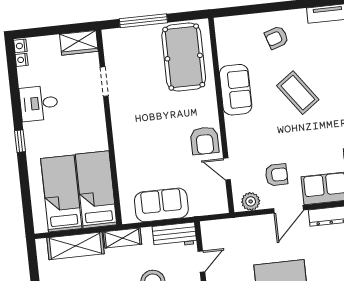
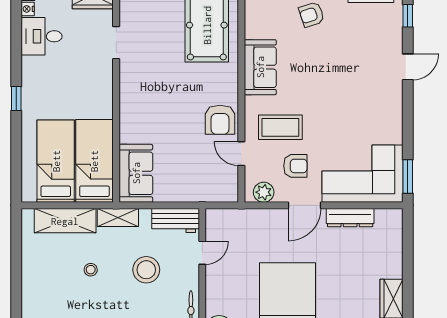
coffee table: (298, 93) -> (280, 127), moved, turned -54
desk: (39, 103) -> (42, 36), moved
sofa: (161, 205) -> (136, 173), moved, turned 90

